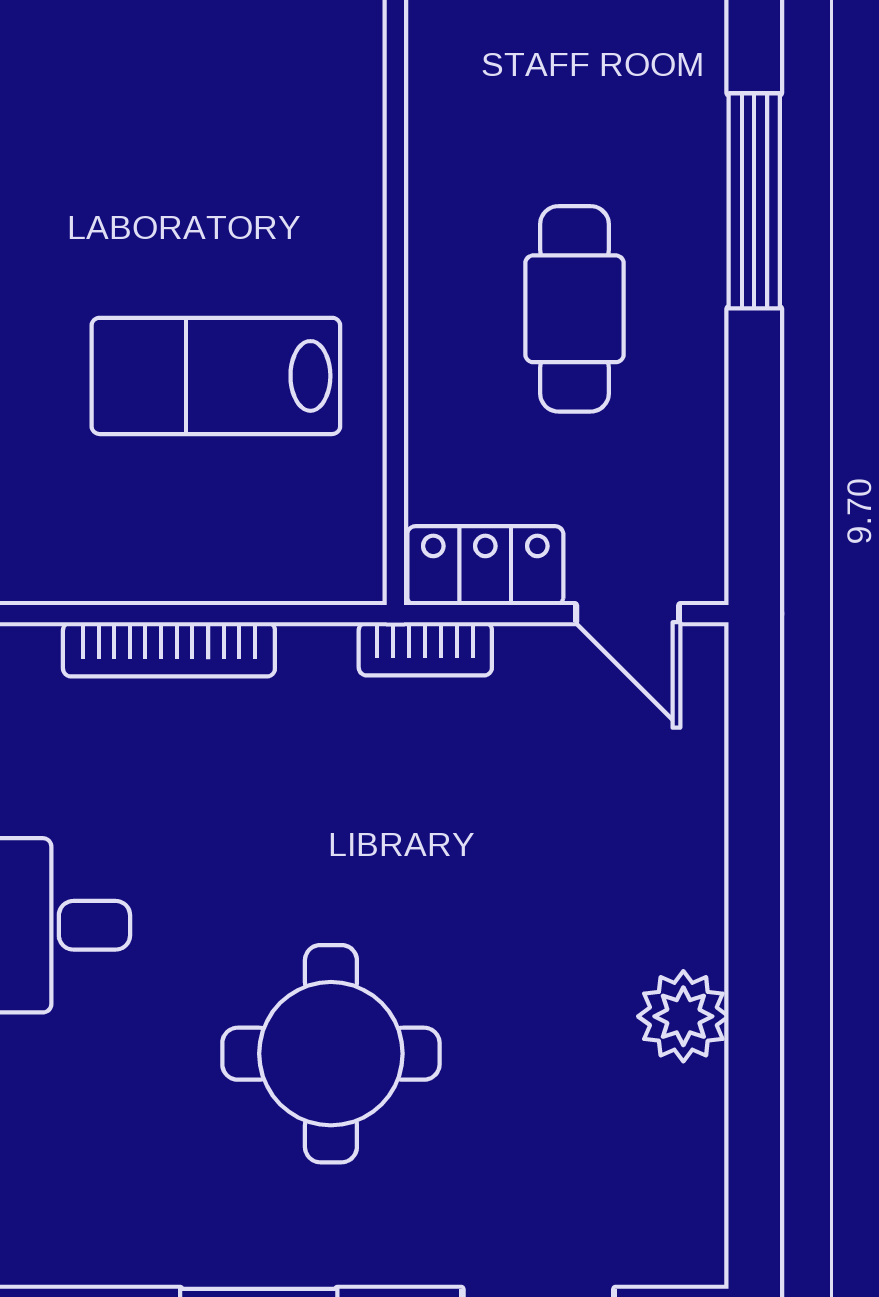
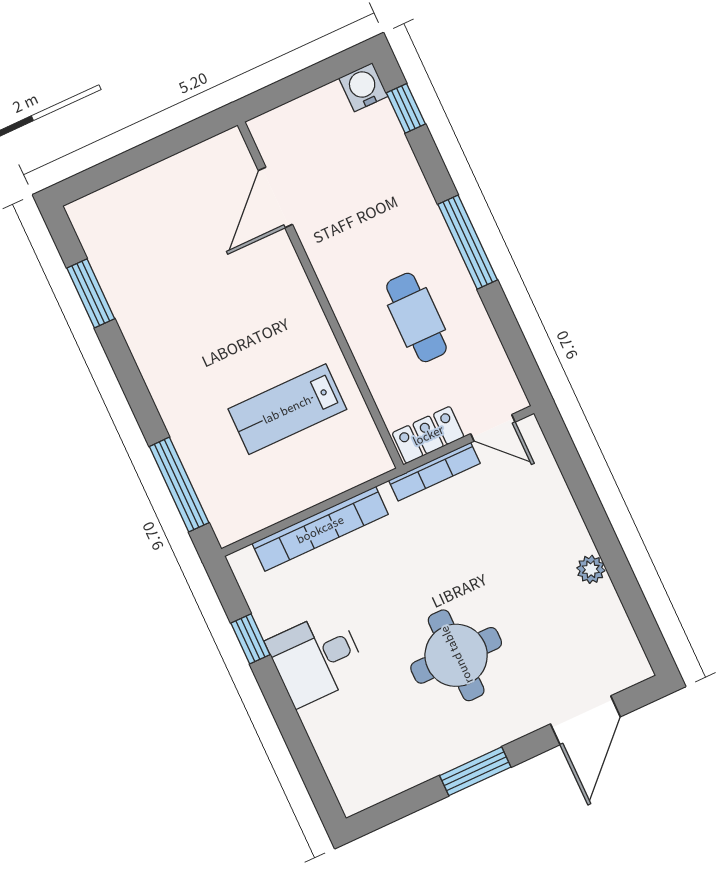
bookcase: (169, 649) -> (320, 529), width x1.48, depth x1.31
bookcase: (425, 649) -> (434, 472), width x1.56
plant: (683, 1016) -> (591, 569), width x0.73, depth x0.73

